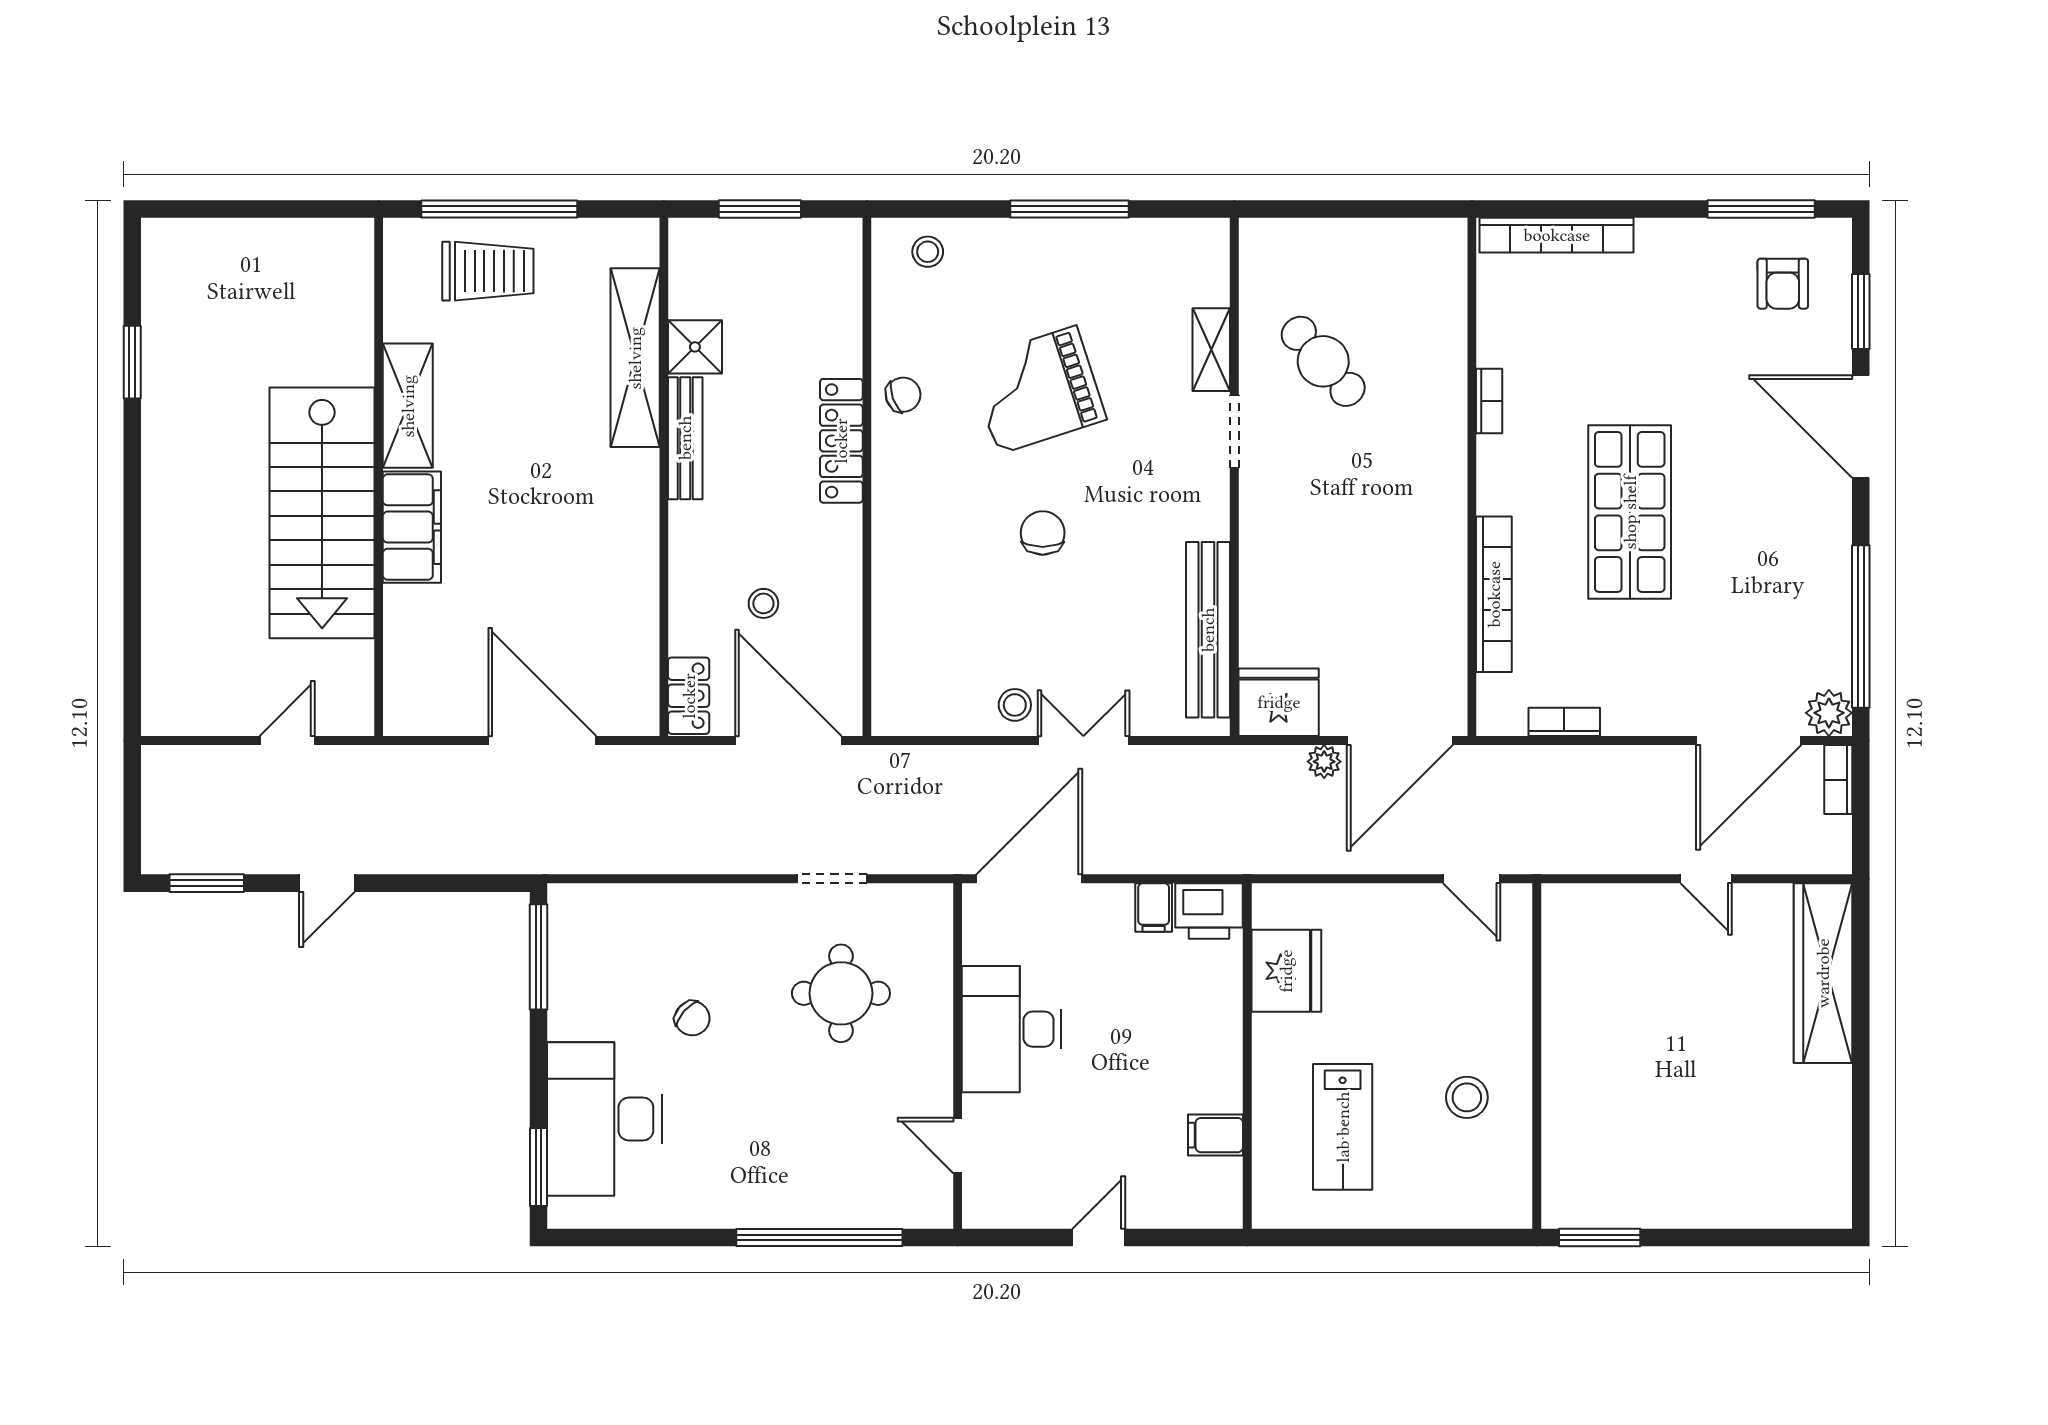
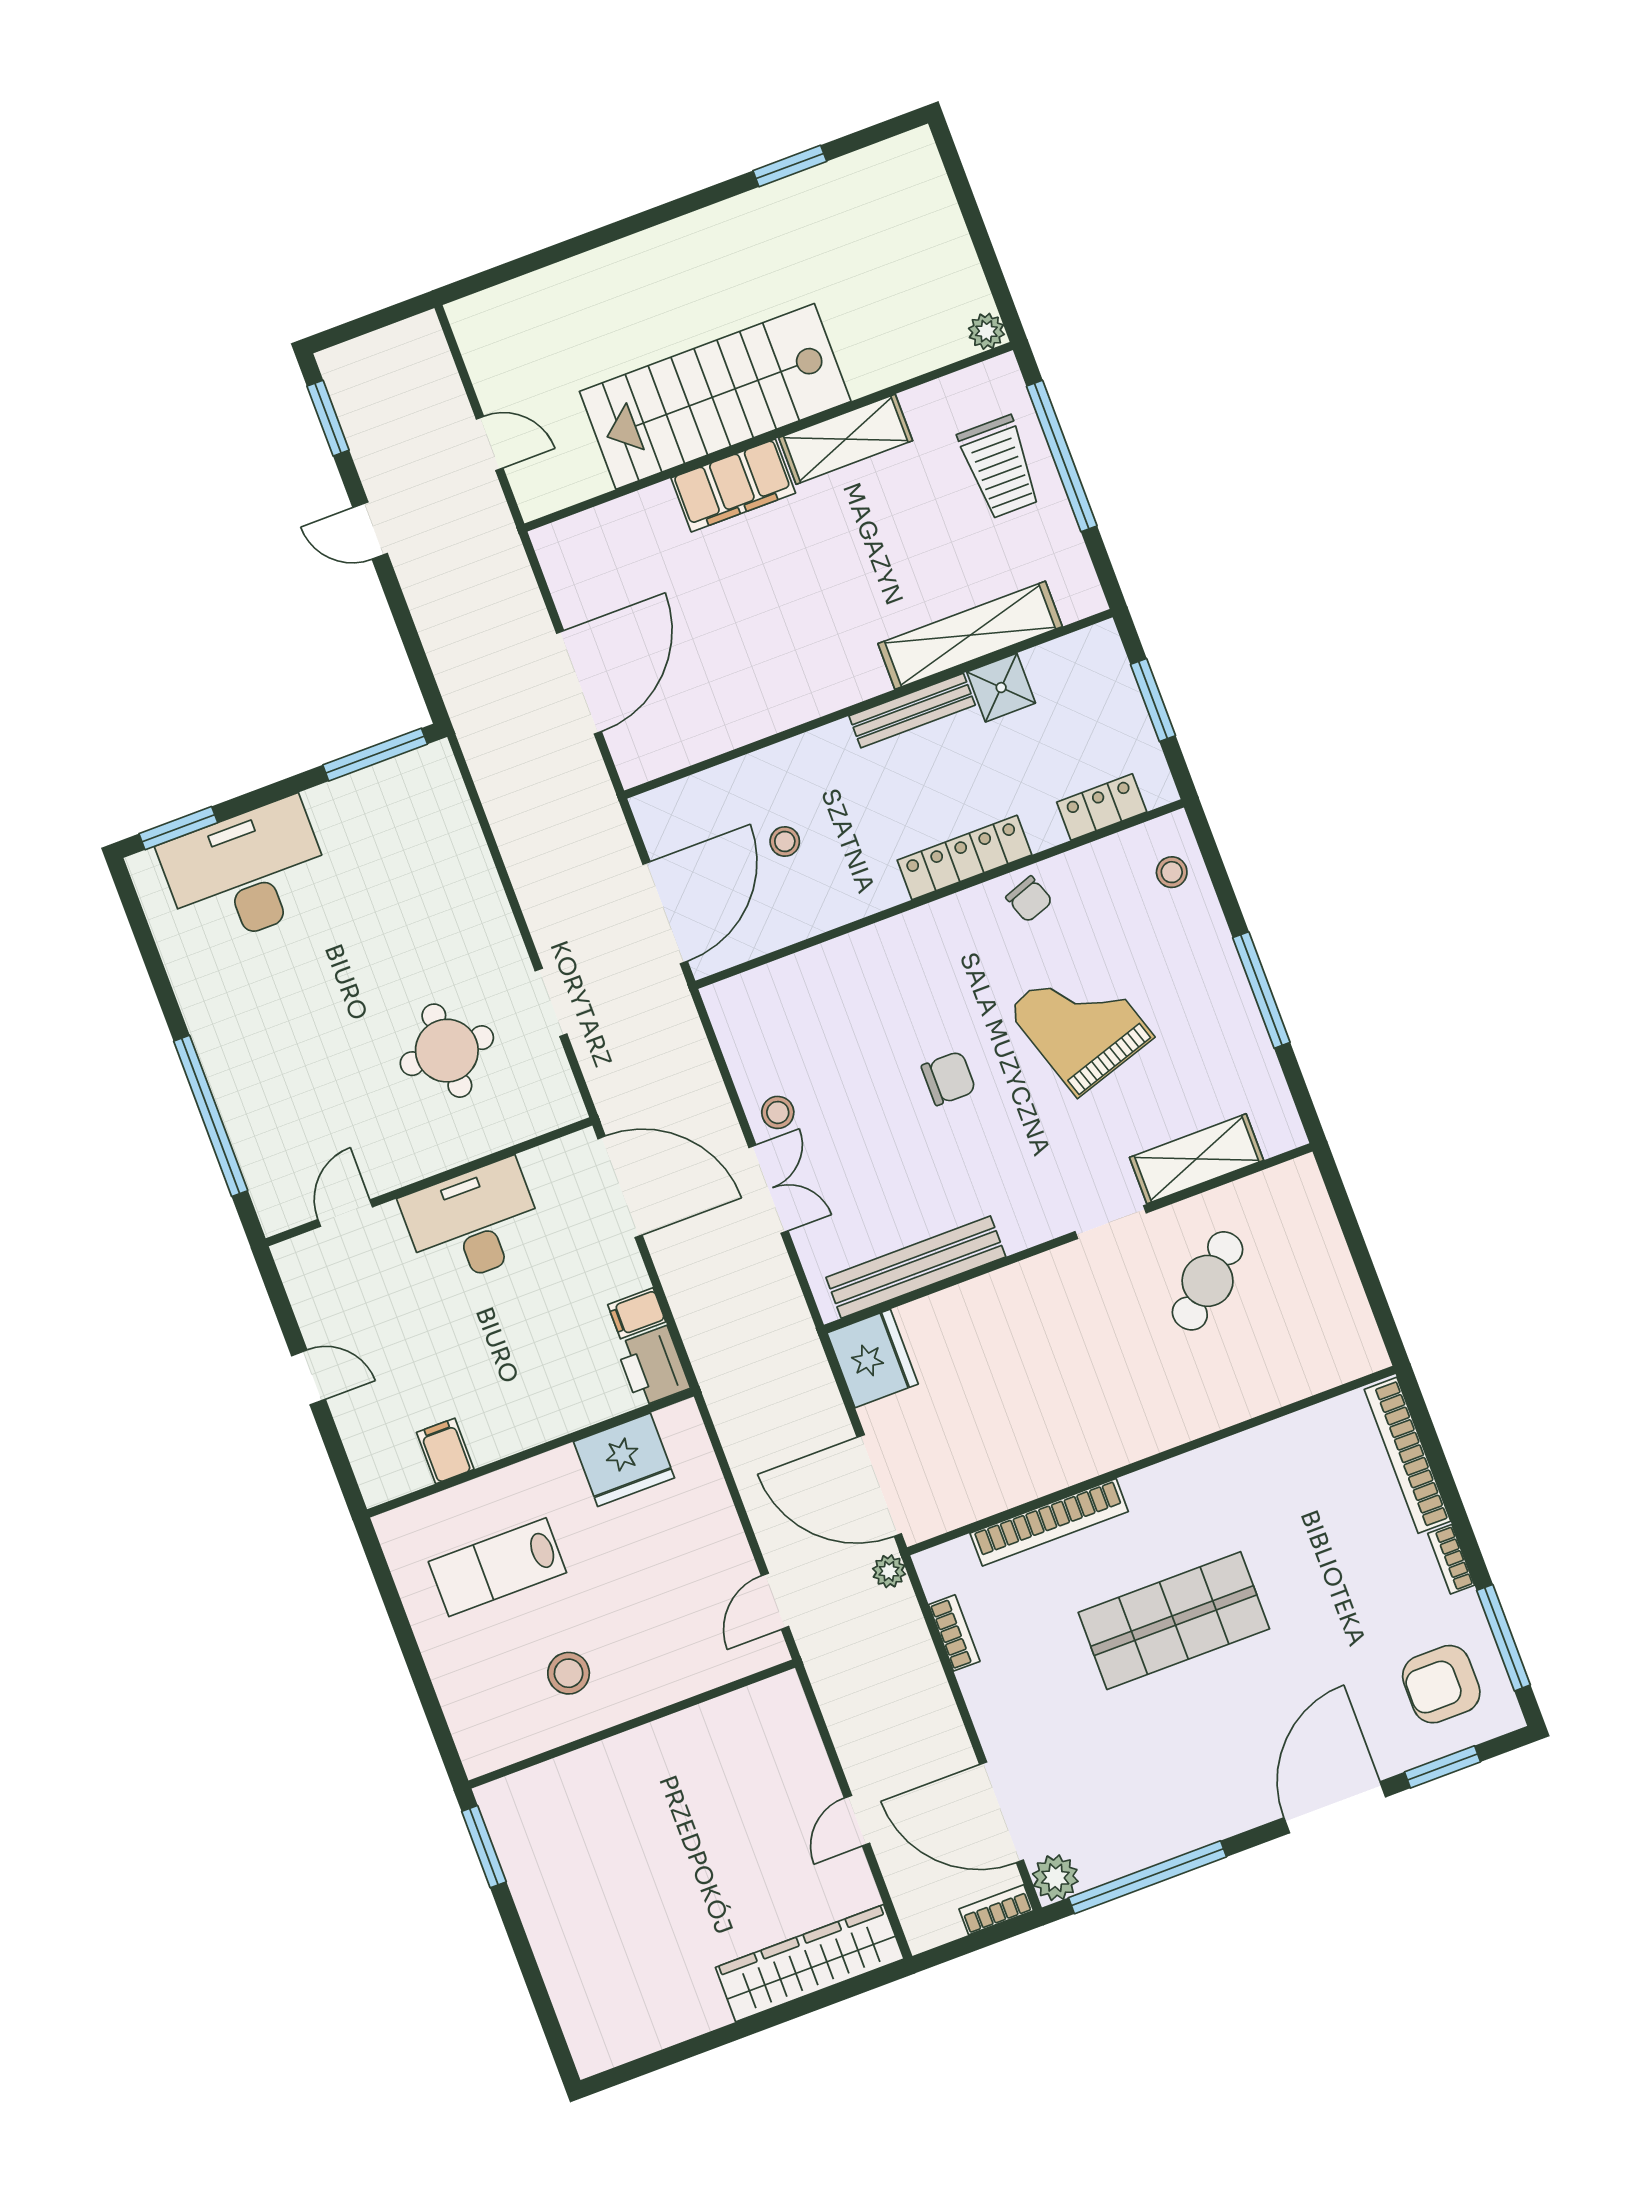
plant: (356, 236) -> (986, 331), added
armchair: (1783, 284) -> (1441, 1684), width x1.38, depth x1.38
shelving: (1211, 350) -> (1197, 1159), width x1.50, depth x1.33
bookcase: (1489, 401) -> (1451, 1559), moved, turned 90
locker: (689, 696) -> (1102, 807), moved, turned 180
plant: (1324, 762) -> (889, 1571), moved
chair: (692, 1018) -> (371, 920), removed

